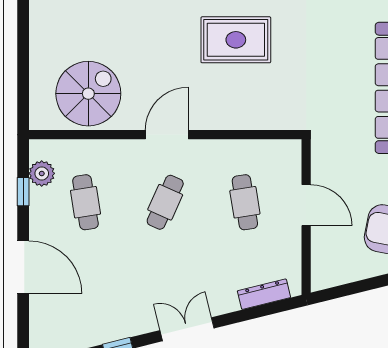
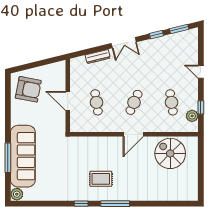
rug: (236, 40) -> (101, 179), width x0.73, depth x0.70
spiral stairs: (88, 94) -> (170, 153), turned 90
door: (23, 267) -> (201, 72), width x0.53
dresser: (264, 294) -> (98, 57), moved

